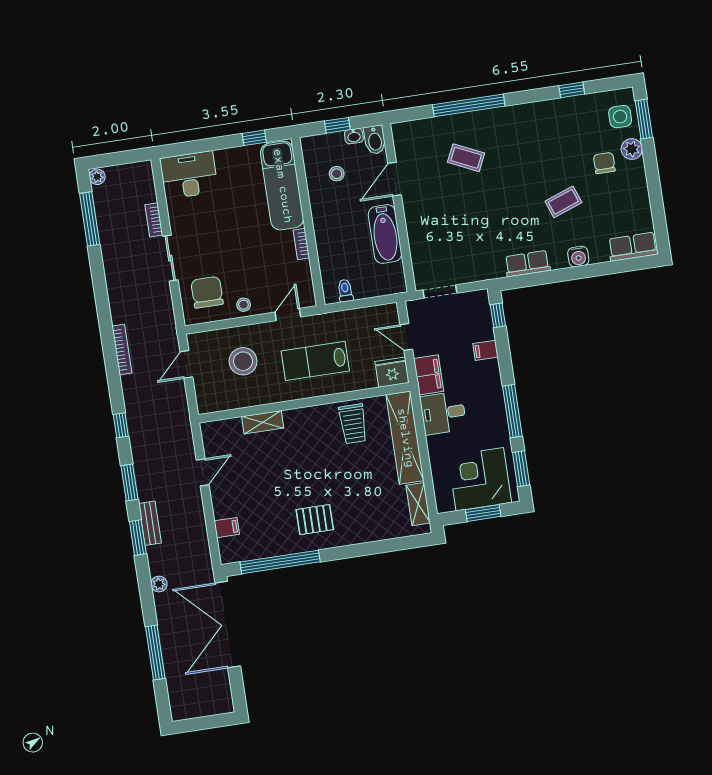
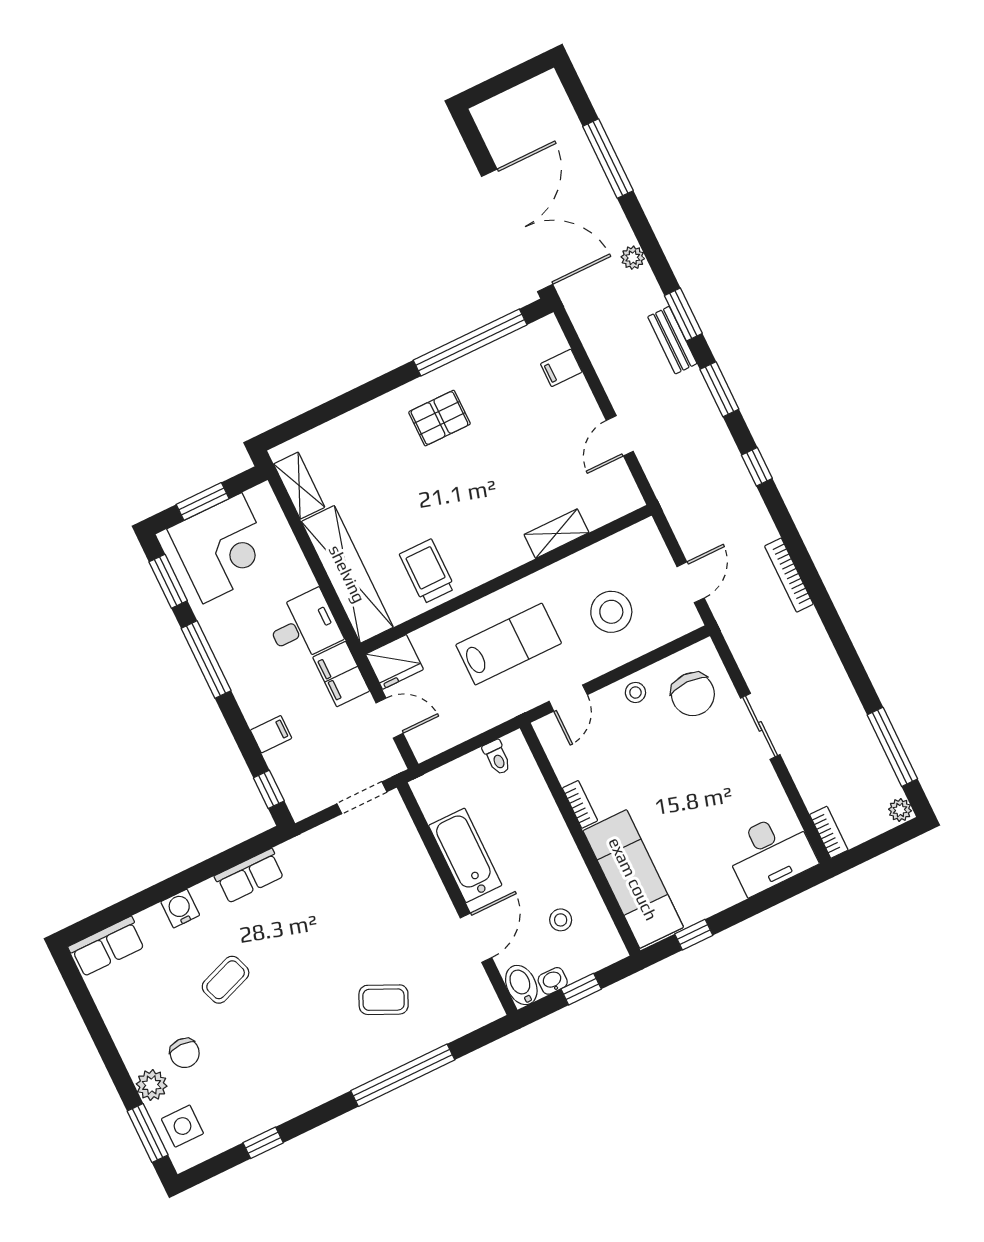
bookcase: (154, 220) -> (829, 832), moved

